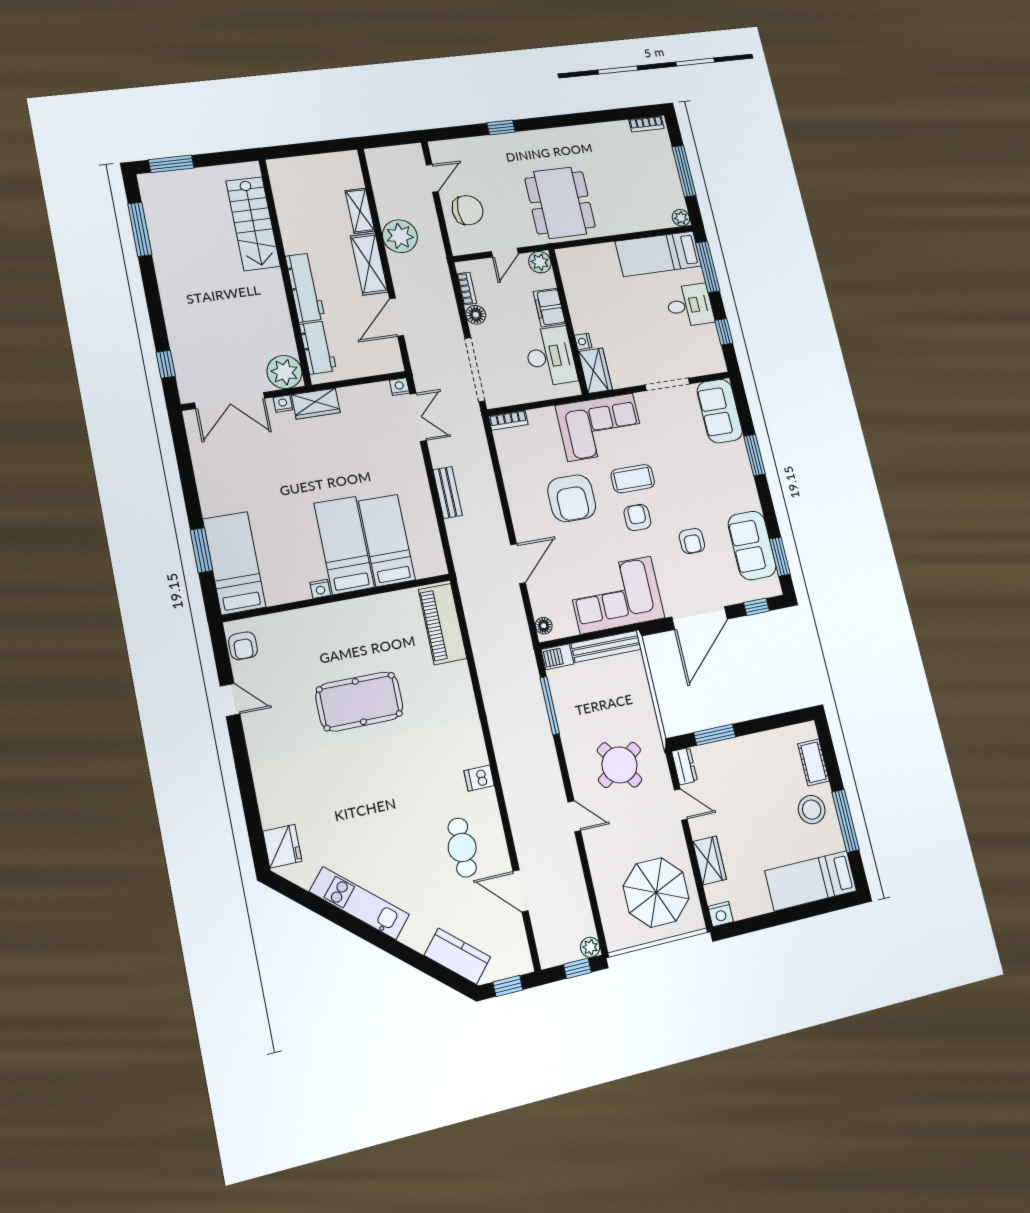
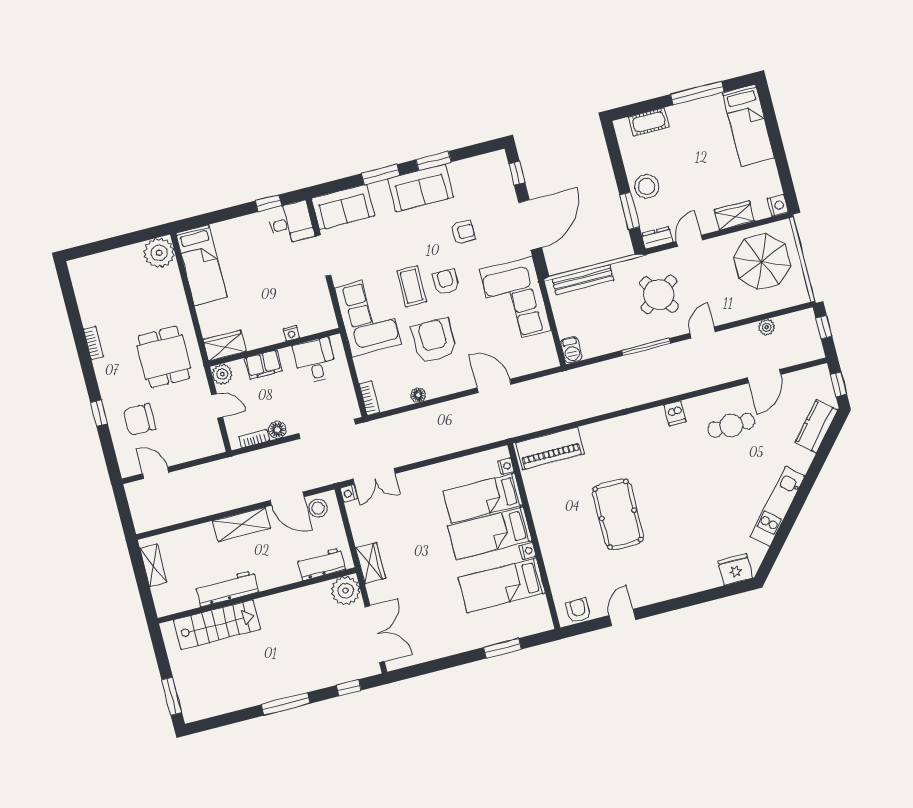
bookcase: (646, 124) -> (94, 343), moved
window: (684, 171) -> (118, 242), removed
dining table: (560, 203) -> (164, 357), width x0.73
chair: (468, 210) -> (140, 419), moved, turned -90
shelving: (360, 211) -> (153, 565), moved, turned 90
plant: (681, 218) -> (159, 253), width x1.88, depth x1.88
window: (140, 229) -> (286, 704), moved
plant: (400, 236) -> (213, 499), removed
window: (708, 267) -> (208, 219), removed
workbench: (305, 288) -> (227, 589), moved
desk: (690, 305) -> (291, 223), moved, turned 90
stool: (384, 351) -> (318, 508), added
desk: (550, 356) -> (315, 361), width x0.73
wardrobe: (595, 371) -> (225, 346), moved
nightstand: (283, 404) -> (506, 466), moved, turned 180
double door: (418, 417) -> (374, 476), swing flipped
bench: (448, 493) -> (438, 448), removed
armchair: (572, 498) -> (434, 341), turned -90
armchair: (637, 517) -> (446, 282), turned 90
sofa: (752, 545) -> (421, 188), moved
window: (780, 557) -> (434, 161), moved
bed: (234, 563) -> (502, 585), moved
door: (700, 618) -> (530, 225), hinge flipped
floor lamp: (544, 626) -> (418, 395), moved
armchair: (243, 646) -> (578, 610), turned -90
bench: (606, 646) -> (583, 280), moved, turned 90
window: (550, 706) -> (646, 347), moved
stool: (812, 810) -> (647, 187), moved
plant: (590, 947) -> (767, 327), moved

